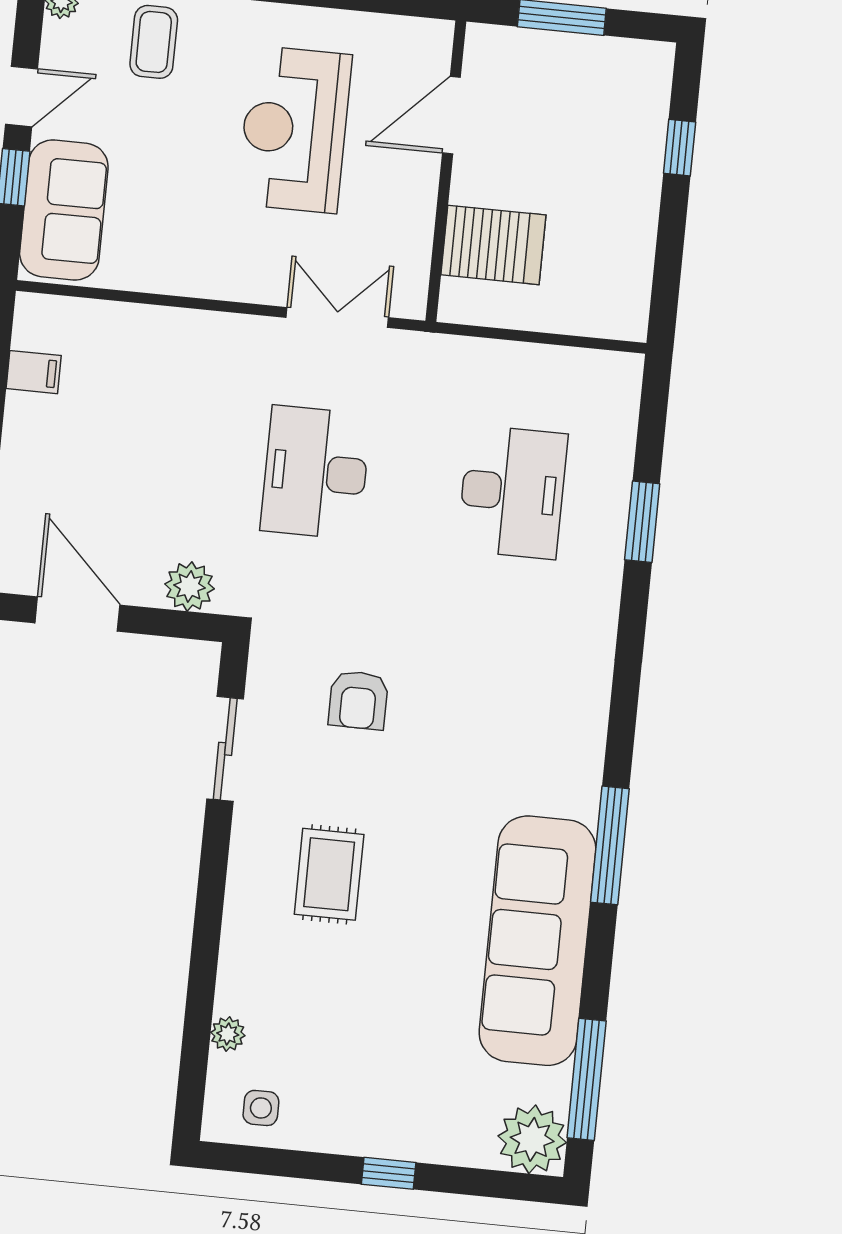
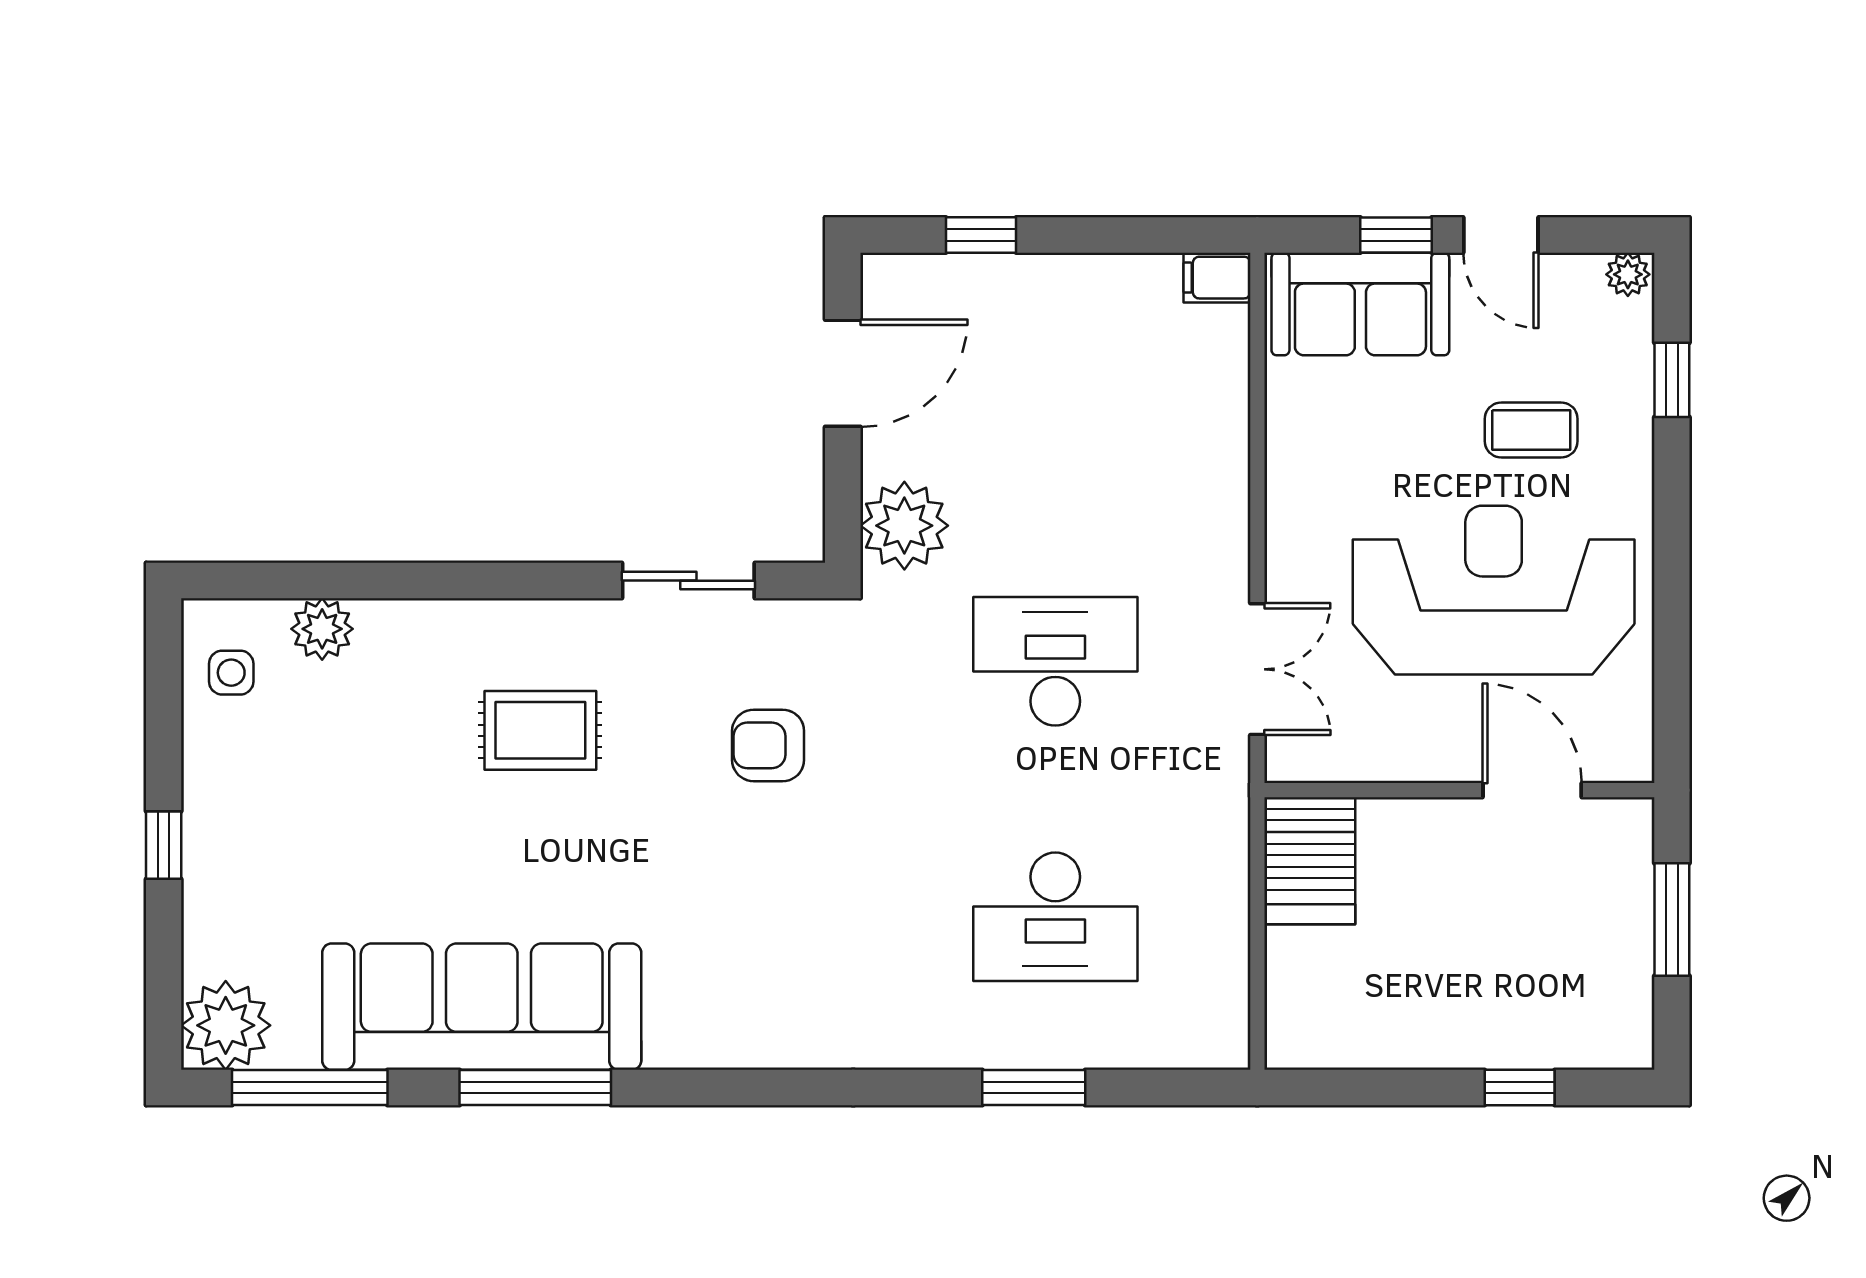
coffee table: (154, 42) -> (1531, 430), moved
reception desk: (294, 129) -> (1494, 590), width x1.36, depth x1.30
server rack: (493, 245) -> (1310, 861), moved
filing cabinet: (34, 372) -> (1217, 278), moved, turned 90
plant: (190, 586) -> (904, 526), width x1.36, depth x1.36
window: (610, 845) -> (535, 1088), moved
plant: (228, 1034) -> (322, 629), width x1.38, depth x1.38

